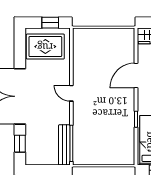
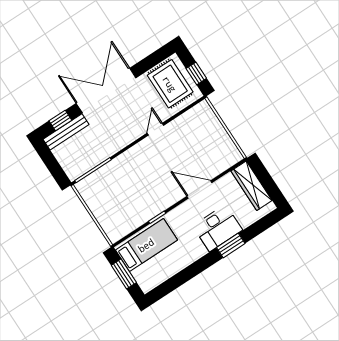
door: (71, 93) -> (155, 129), moved
bench: (64, 145) -> (66, 132), moved

